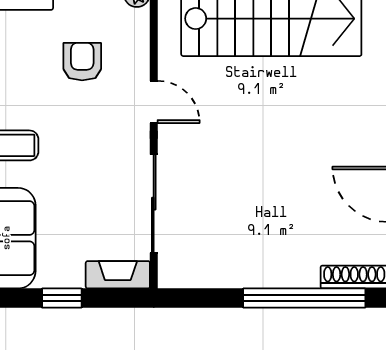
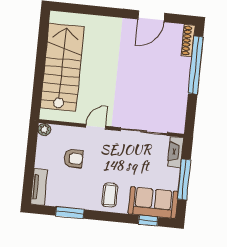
armchair: (82, 62) -> (73, 158), turned 180
window: (62, 298) -> (184, 179), width x2.17

